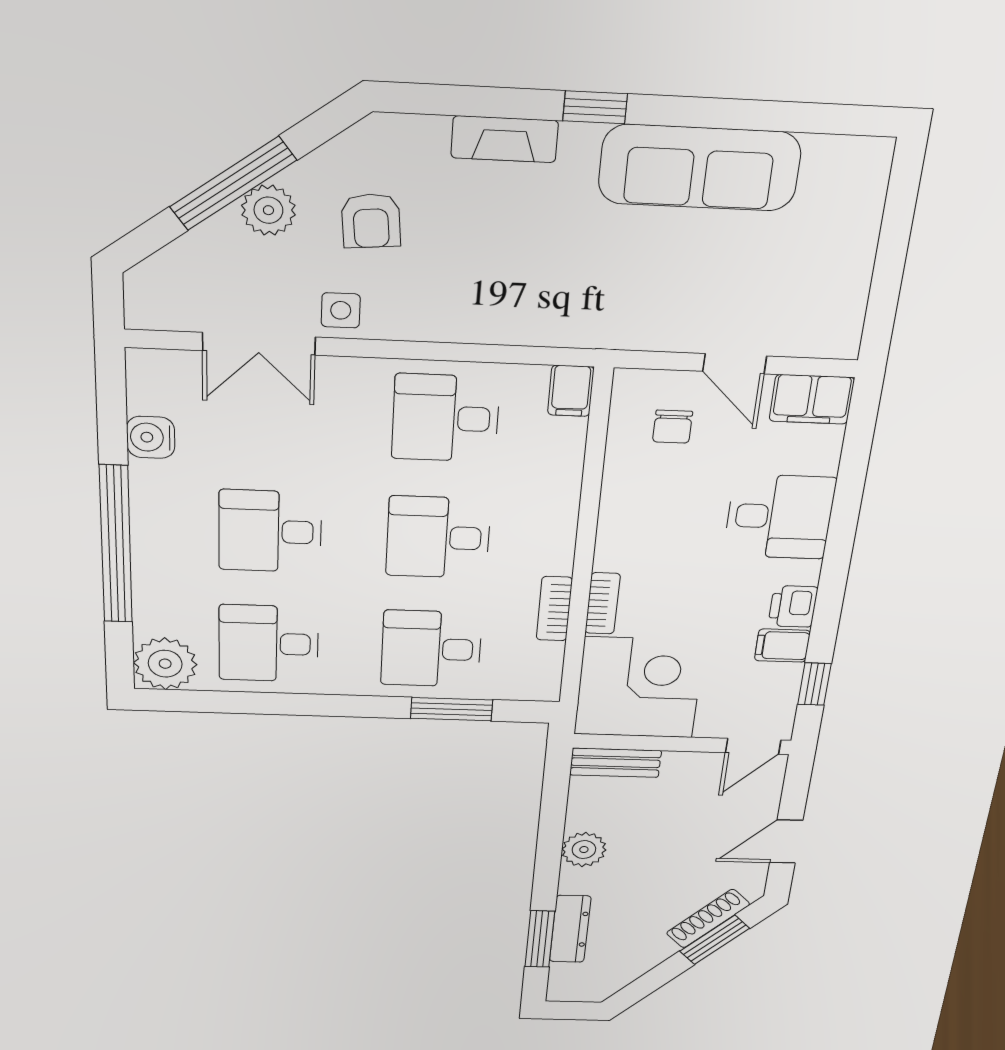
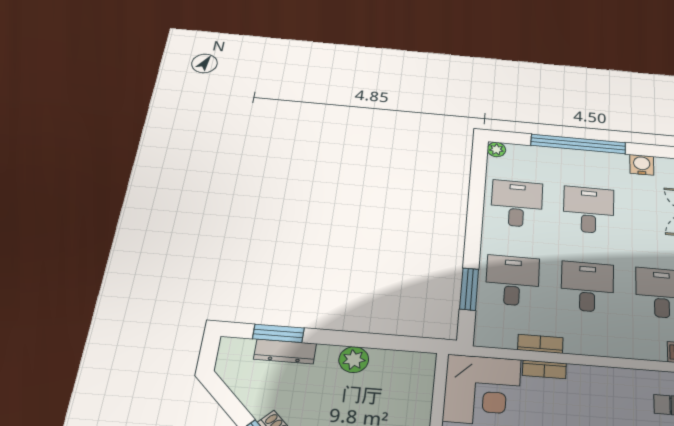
plant: (165, 664) -> (496, 150), width x0.53, depth x0.53
bench: (615, 763) -> (424, 378), removed

